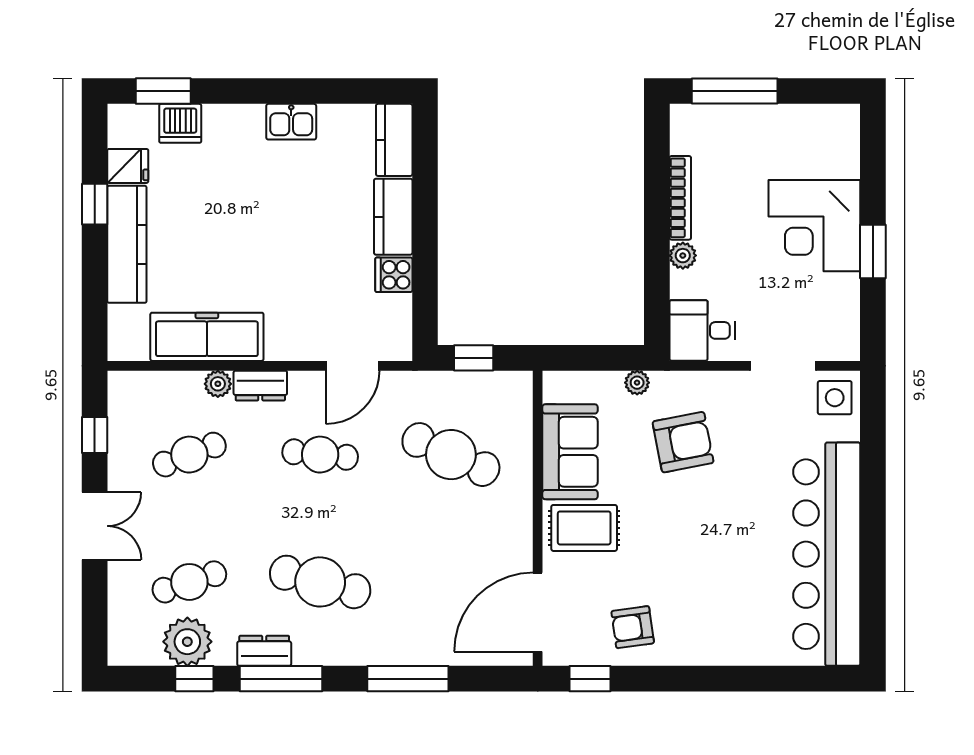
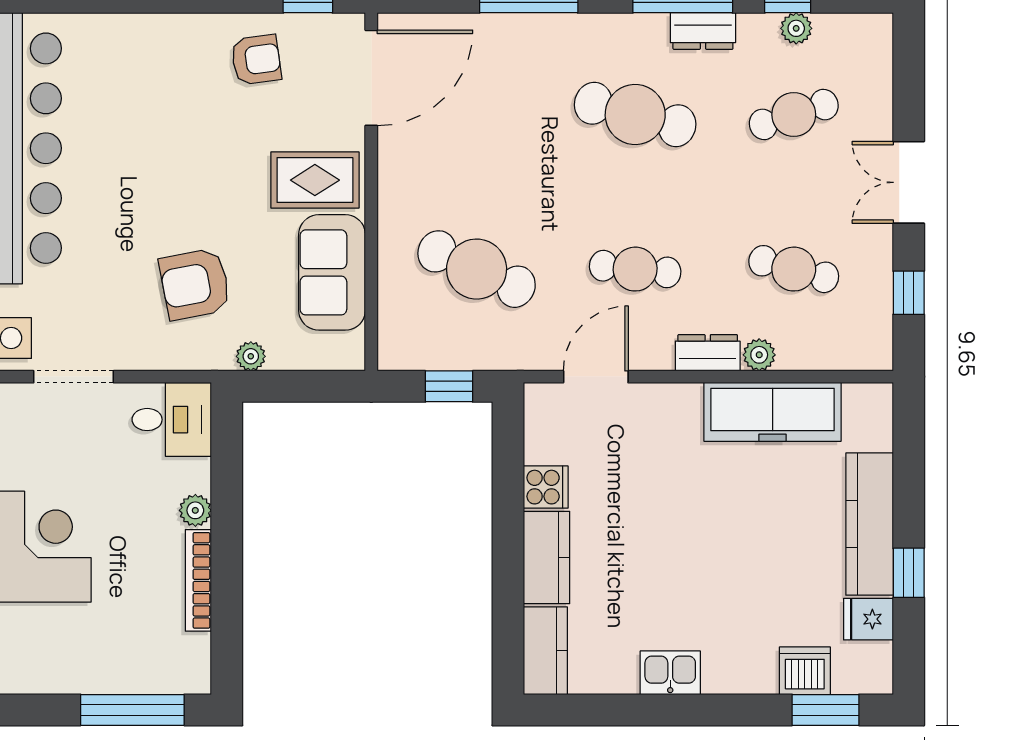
cafe table: (189, 455) -> (794, 269), turned 36
plant: (187, 642) -> (796, 28), width x0.53, depth x0.53

